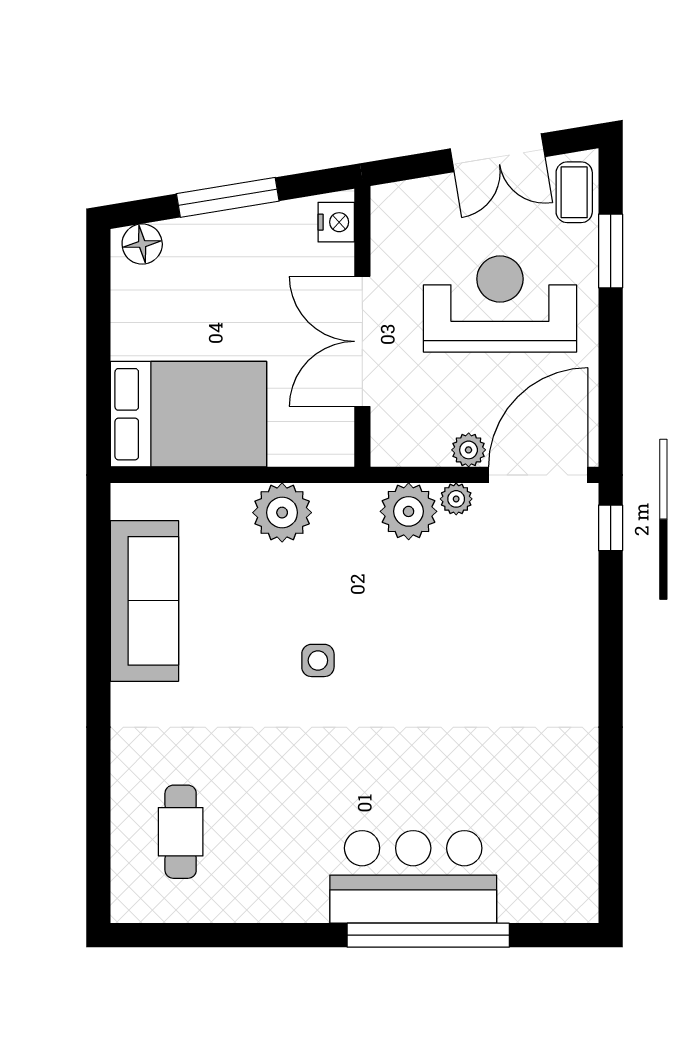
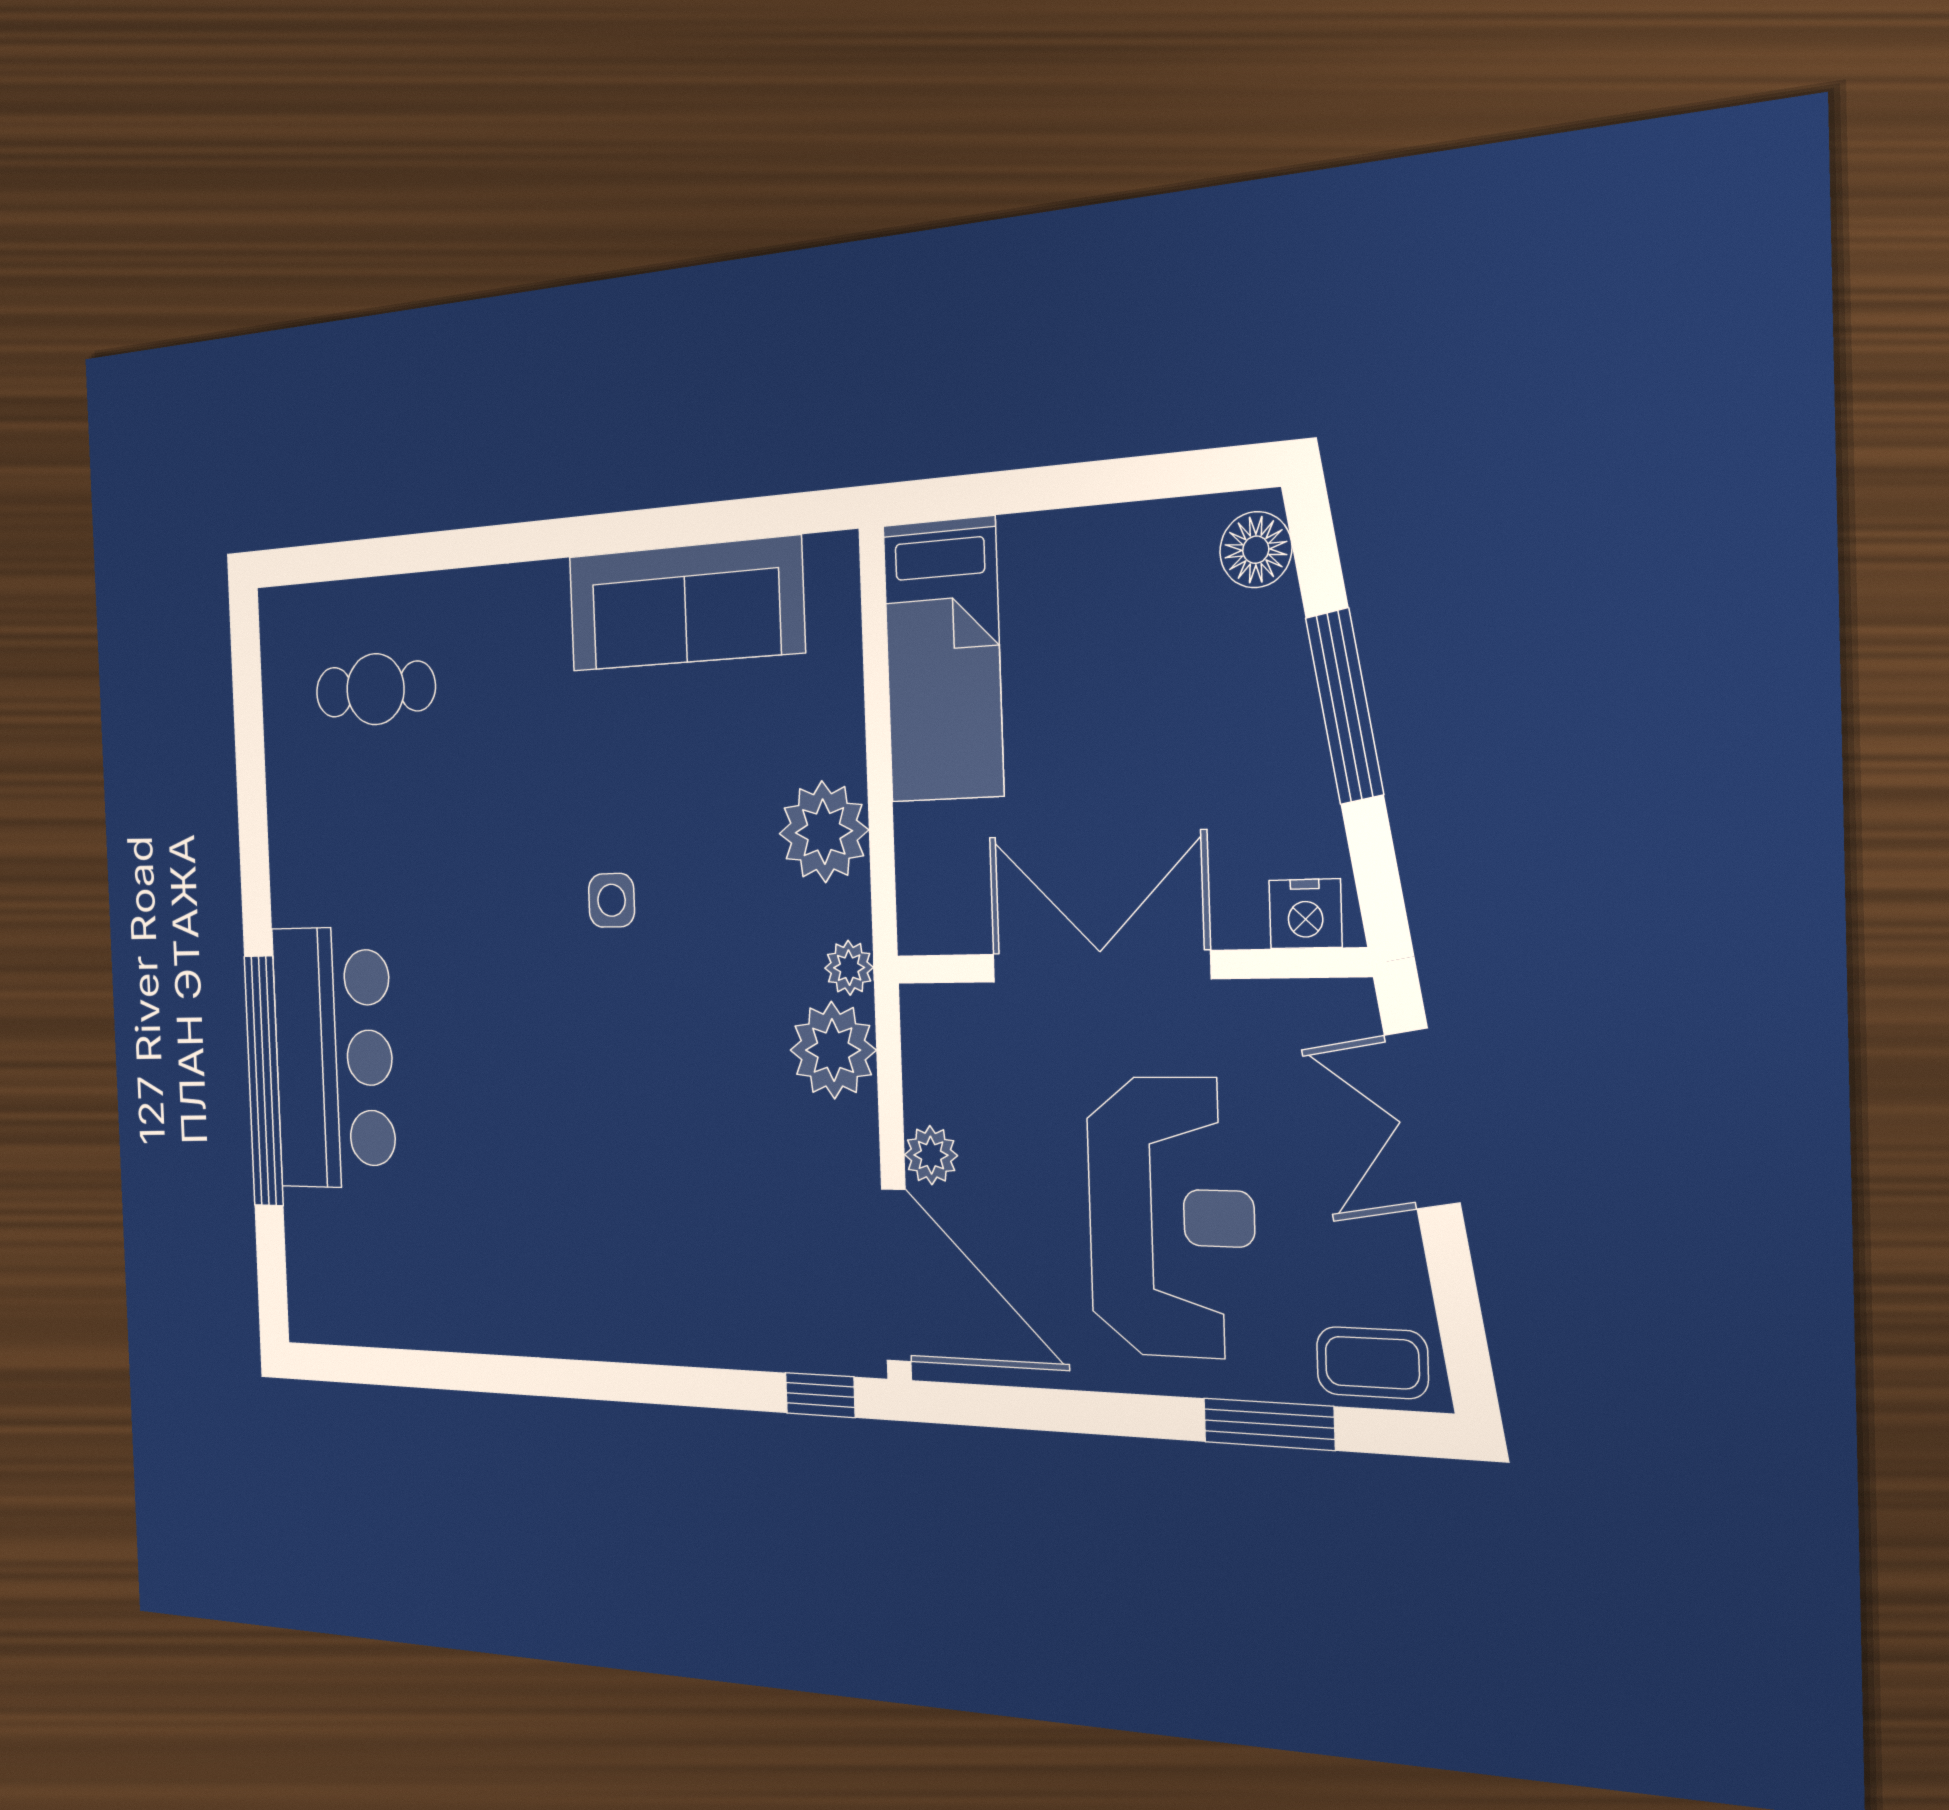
double door: (498, 153) -> (1422, 1119), moved
bed: (188, 414) -> (943, 660), width x0.67
plant: (456, 499) -> (849, 968), moved

